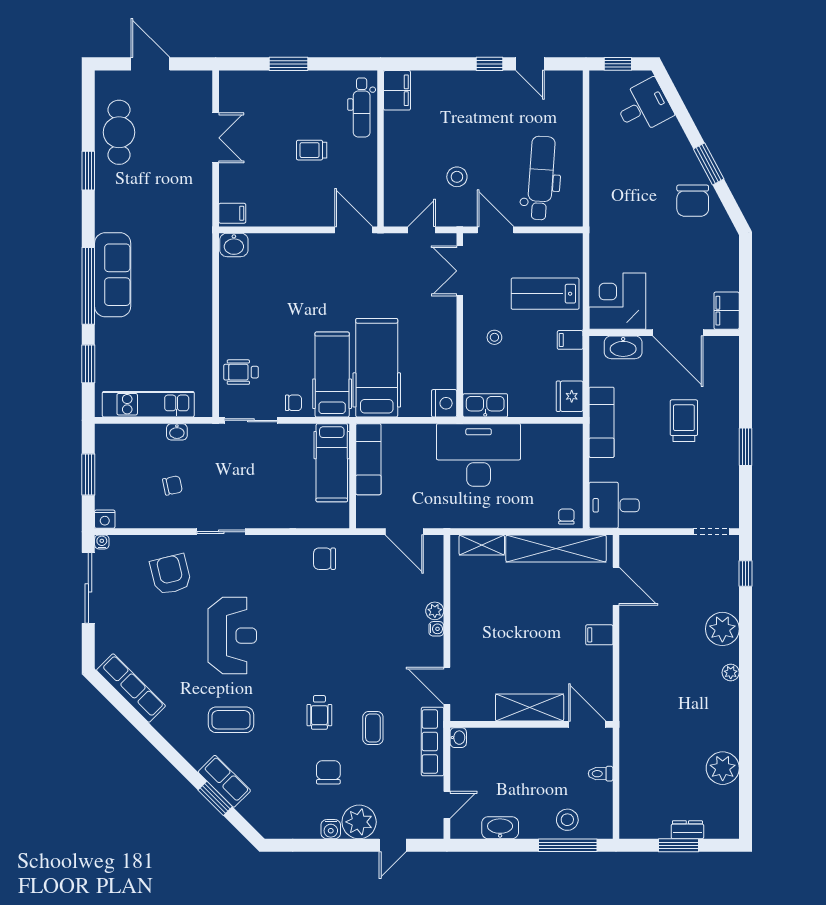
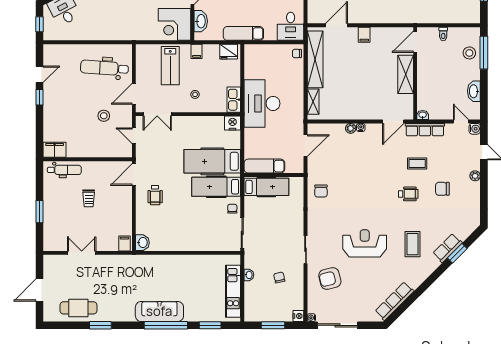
wheelchair: (241, 372) -> (155, 195), moved
plant: (359, 822) -> (475, 176), width x0.53, depth x0.53
water cooler: (331, 829) -> (475, 129), moved

